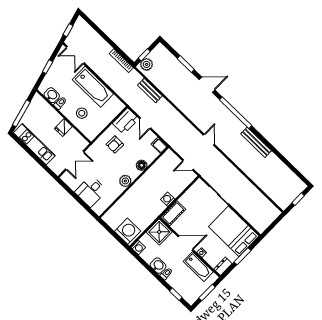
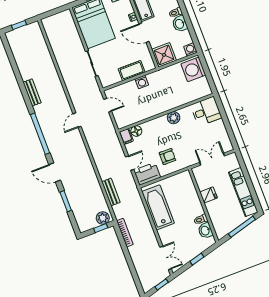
bathtub: (93, 87) -> (158, 207), moved
stool: (82, 113) -> (185, 200), removed
bench: (256, 142) -> (32, 92), width x0.73
floor lamp: (142, 165) -> (136, 131), moved
desk: (91, 191) -> (206, 111), moved
cot: (173, 213) -> (132, 71), moved

